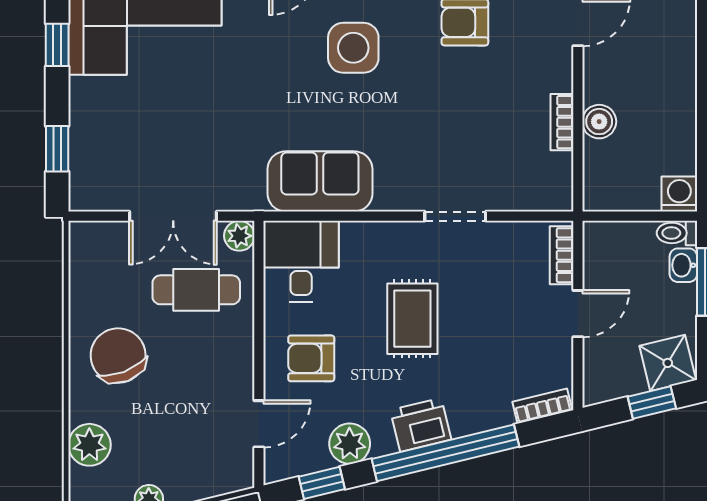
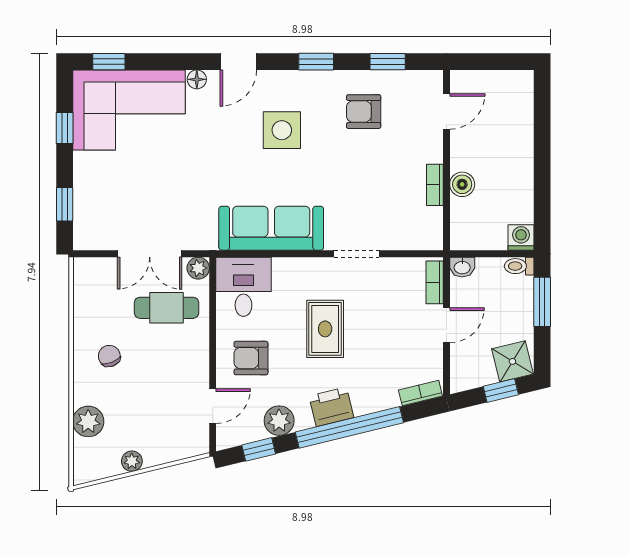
sofa: (320, 181) -> (271, 228), width x1.36
washbasin: (683, 265) -> (462, 267), moved, turned -90
chair: (118, 356) -> (109, 356), width x0.54, depth x0.54

